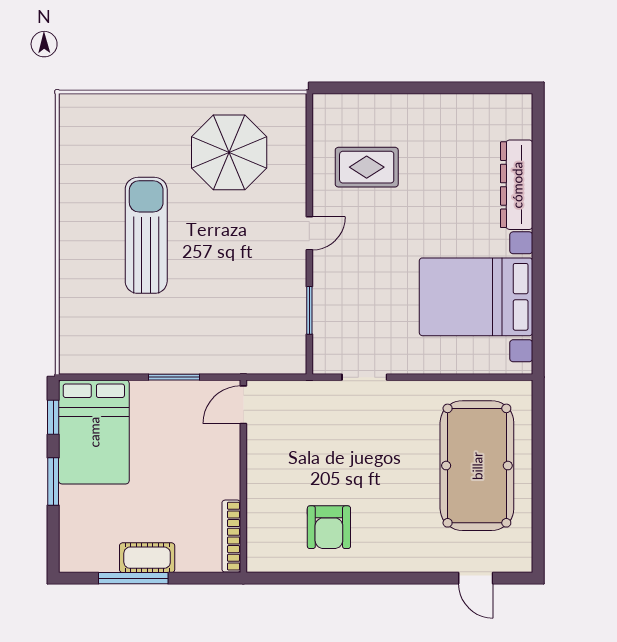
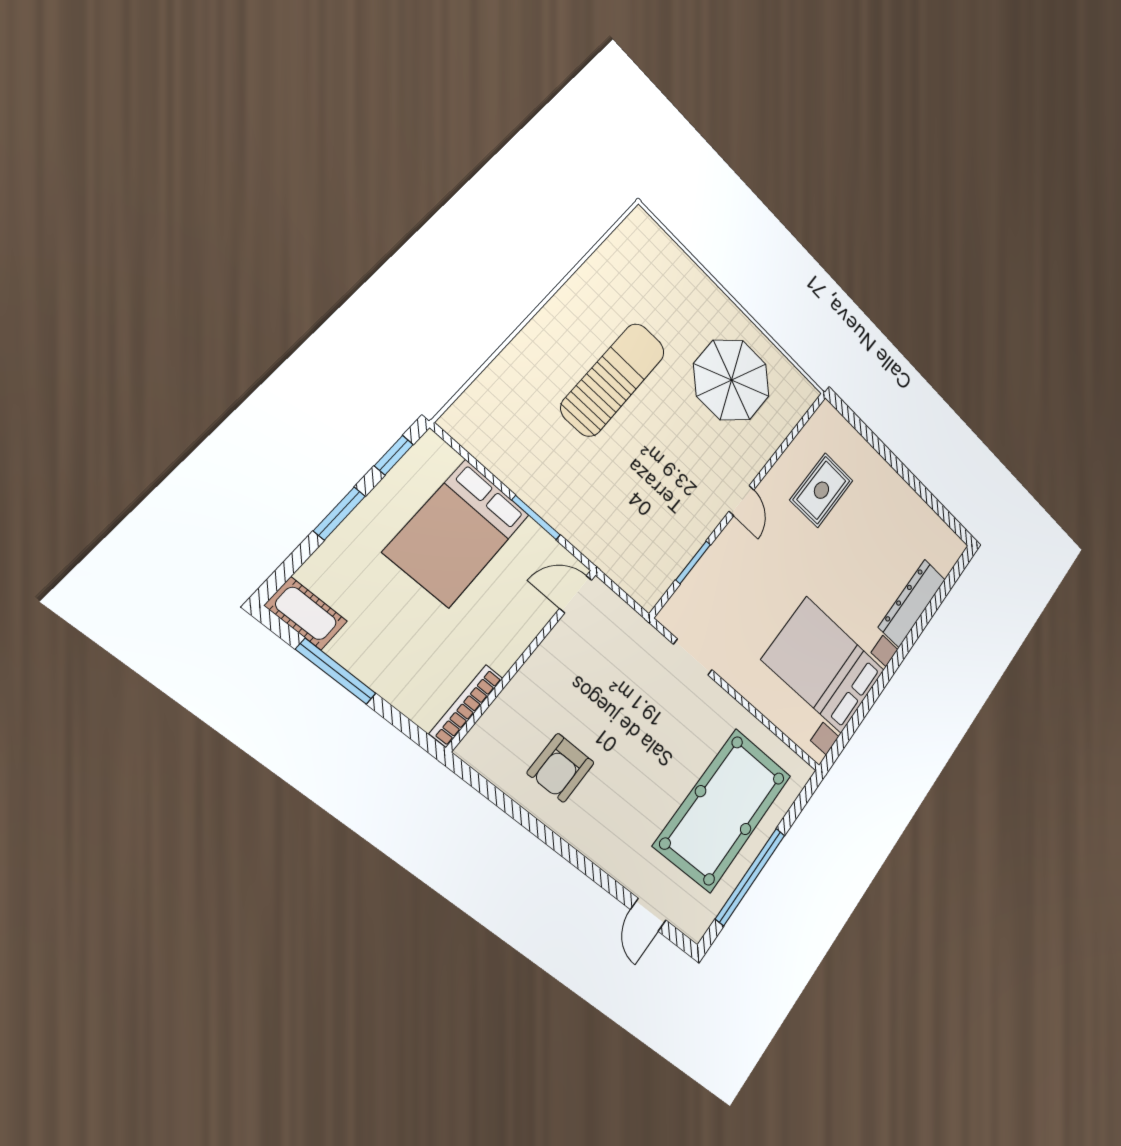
rug: (367, 167) -> (821, 490), turned 90
door: (309, 233) -> (741, 501), hinge flipped
bed: (94, 432) -> (457, 533), moved
window: (538, 496) -> (750, 877), added
cot: (147, 558) -> (306, 613), moved

